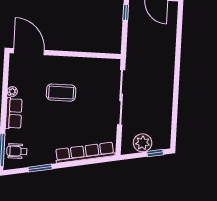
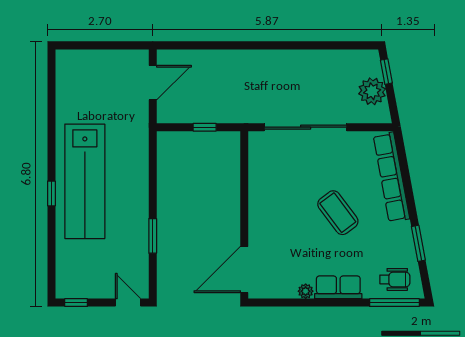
window: (126, 12) -> (205, 127), moved
coffee table: (61, 93) -> (338, 213), moved, turned -37
wheelchair: (17, 151) -> (395, 279), turned -90

